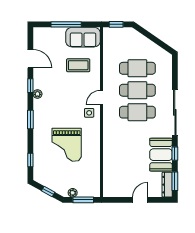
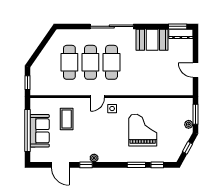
window: (66, 24) -> (27, 131), width x1.46
sofa: (83, 37) -> (40, 131), moved
door: (30, 59) -> (60, 165), swing flipped
door: (101, 98) -> (97, 97), hinge flipped
window: (30, 119) -> (136, 165), moved
grand piano: (67, 145) -> (143, 130), turned -90
window: (175, 154) -> (151, 26), removed
door: (140, 200) -> (196, 70), moved

